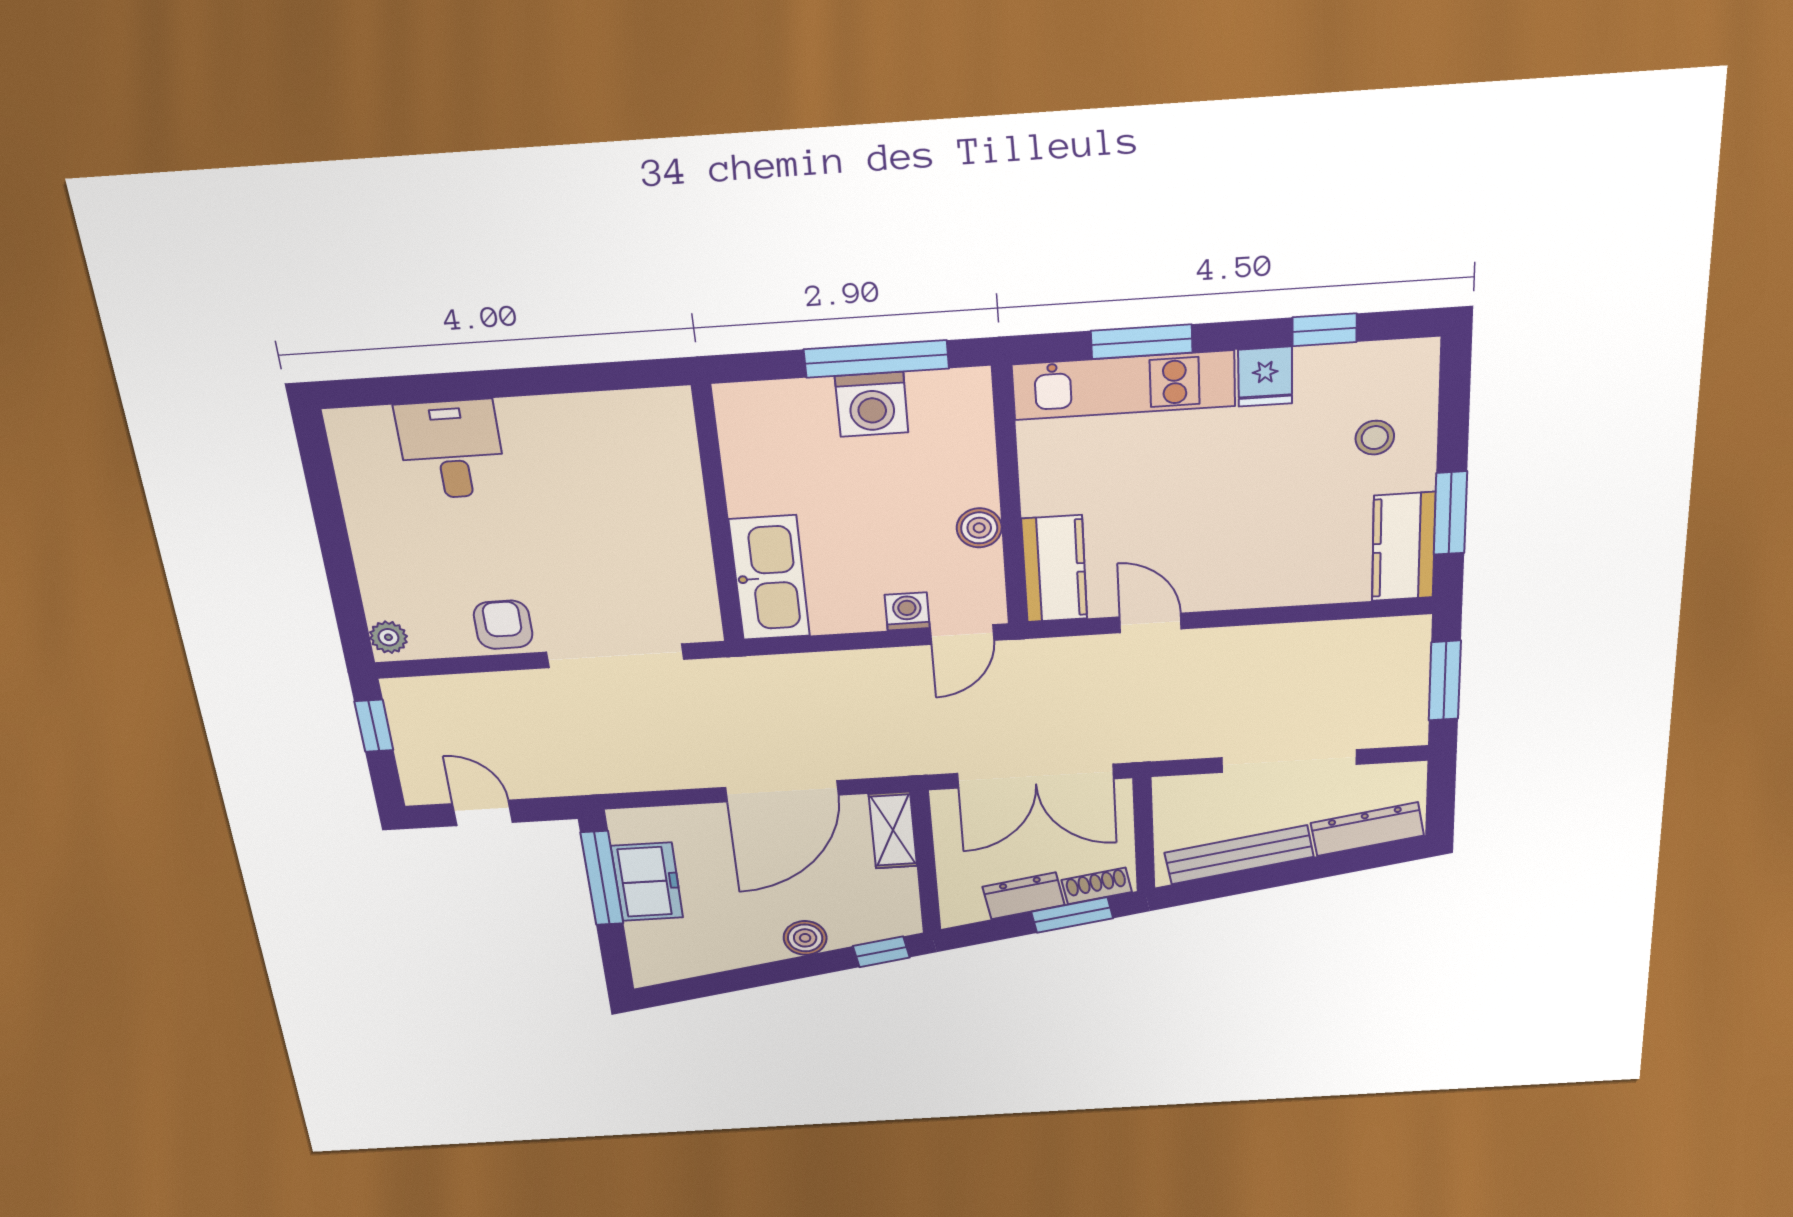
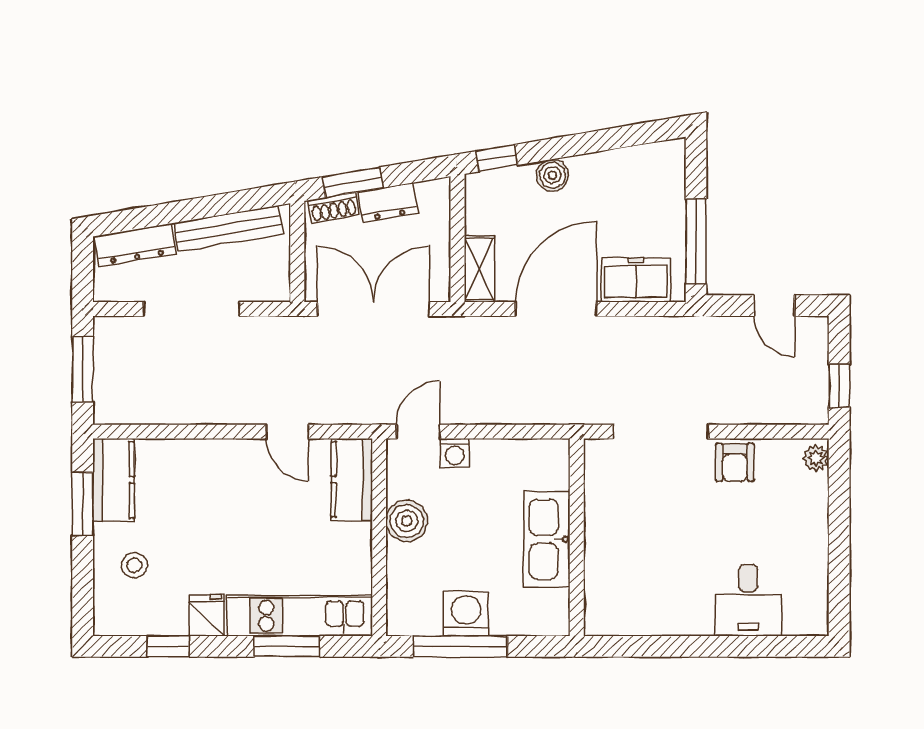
boiler: (979, 528) -> (407, 521), width x1.36, depth x1.36
kitchen sink: (770, 578) -> (547, 539), moved
freezer: (647, 882) -> (636, 280), moved, turned 90

